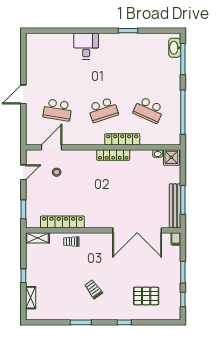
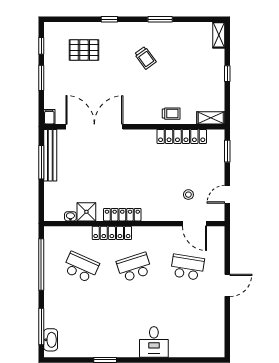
door: (51, 147) -> (194, 224), hinge flipped
shower: (171, 157) -> (86, 212), moved
shelving: (31, 298) -> (219, 35), moved

